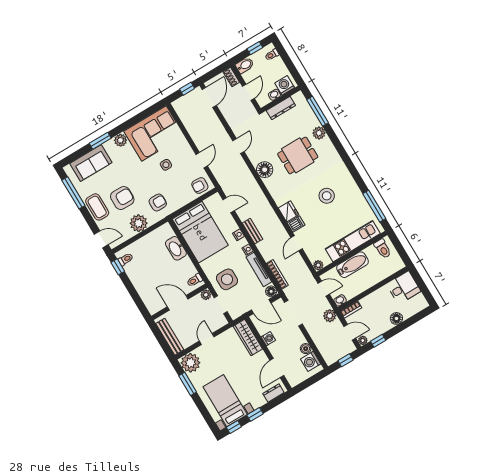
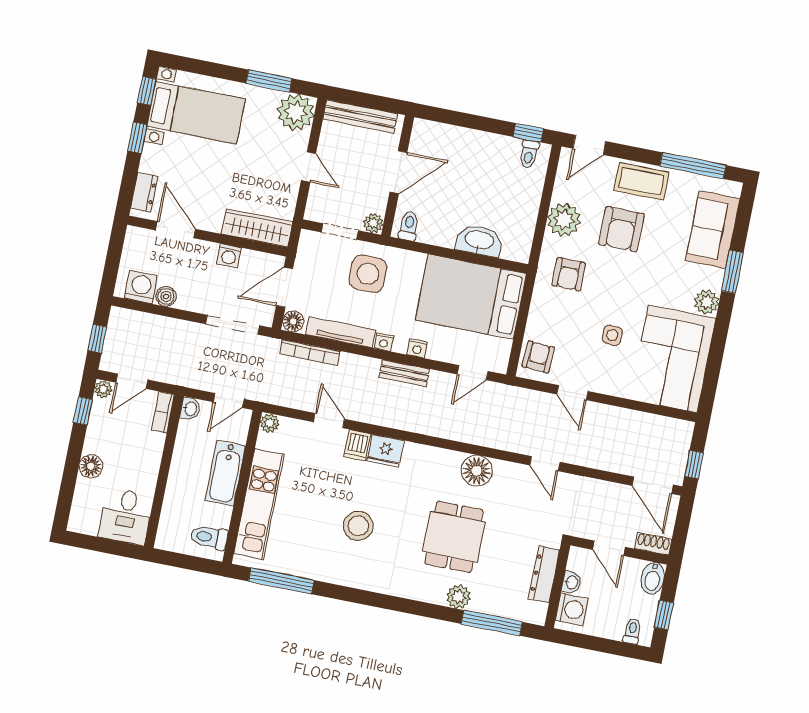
plant: (330, 316) -> (182, 374), removed

